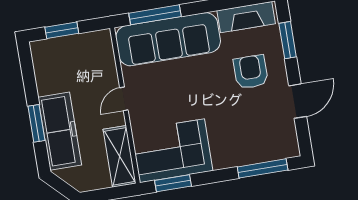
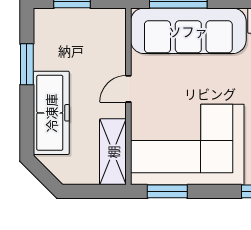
window: (36, 123) -> (27, 64), moved
corner sofa: (172, 151) -> (187, 145), width x1.36, depth x1.36

